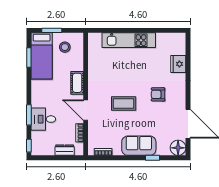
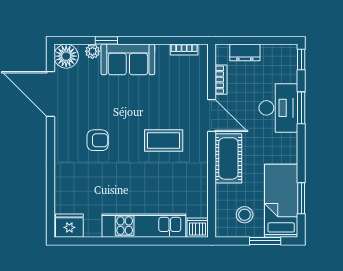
dishwasher: (95, 39) -> (198, 228), added
fridge: (178, 64) -> (69, 226), moved, turned -90
cot: (77, 83) -> (228, 158), width x1.37, depth x1.34
coffee table: (124, 103) -> (164, 140), moved
desk: (43, 119) -> (278, 108), width x1.37
plant: (161, 151) -> (92, 51), added

